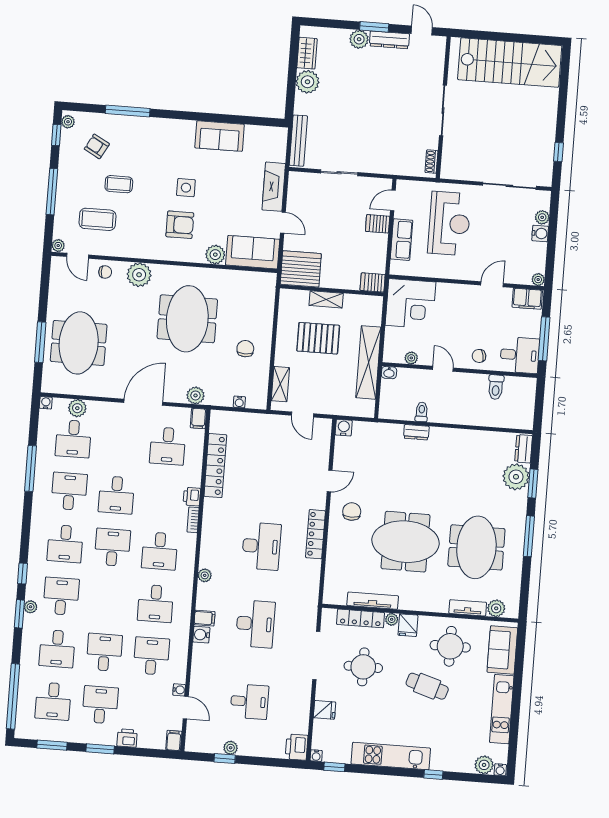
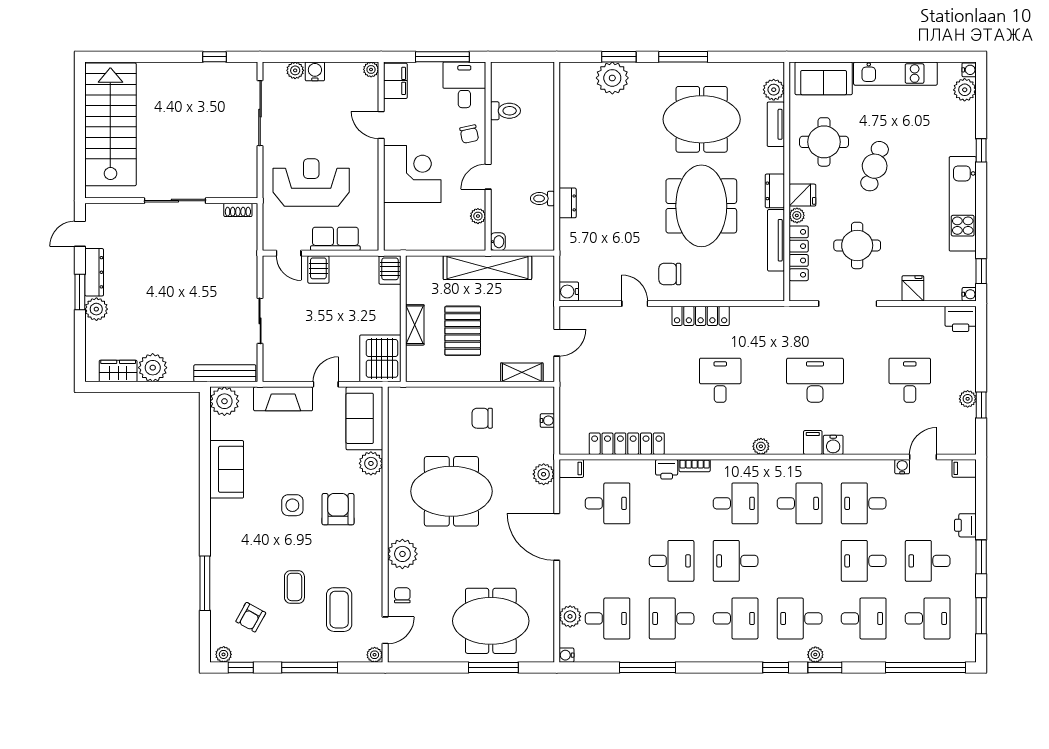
plant: (275, 138) -> (224, 401), added
corner desk: (410, 304) -> (412, 174), moved
dresser: (524, 449) -> (775, 191), moved, turned 90
desk: (261, 546) -> (720, 380), width x0.73

